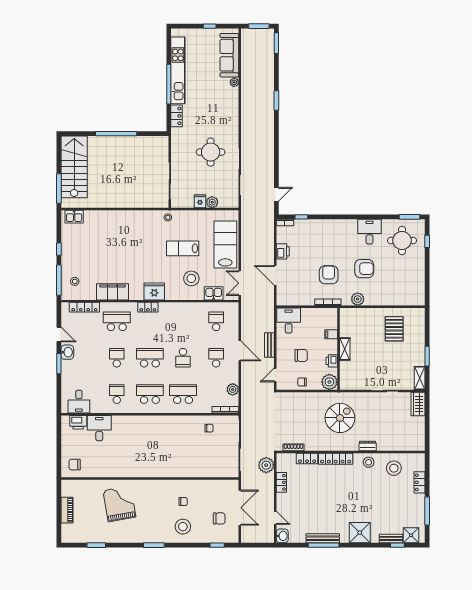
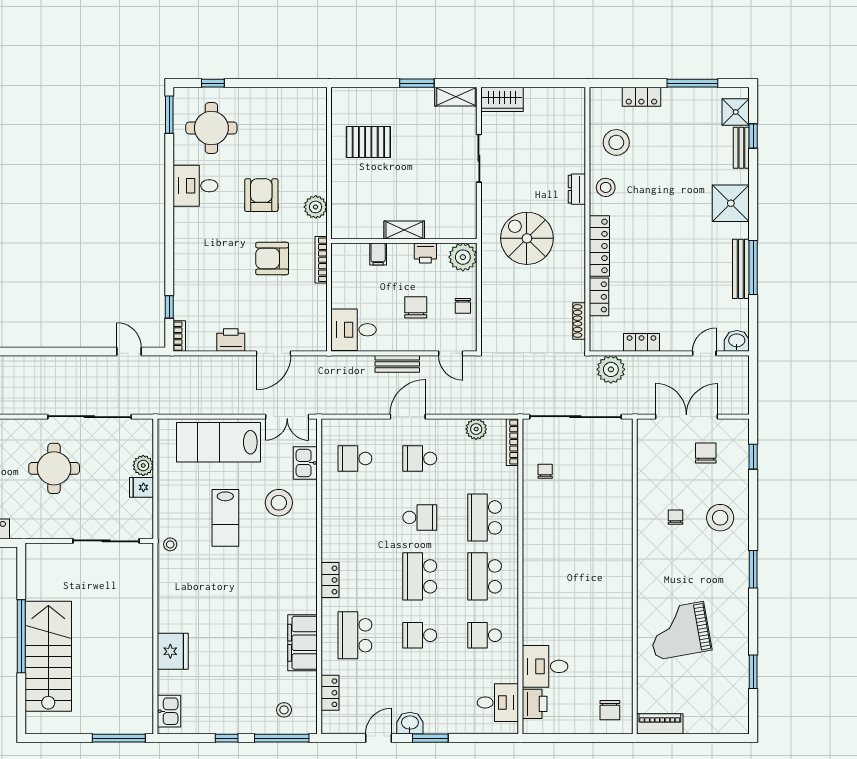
stairs: (74, 167) -> (48, 656), moved, turned 90
fridge: (154, 291) -> (173, 651), moved, turned 180
locker: (84, 307) -> (330, 693), width x0.66
piano: (67, 510) -> (660, 724), moved

